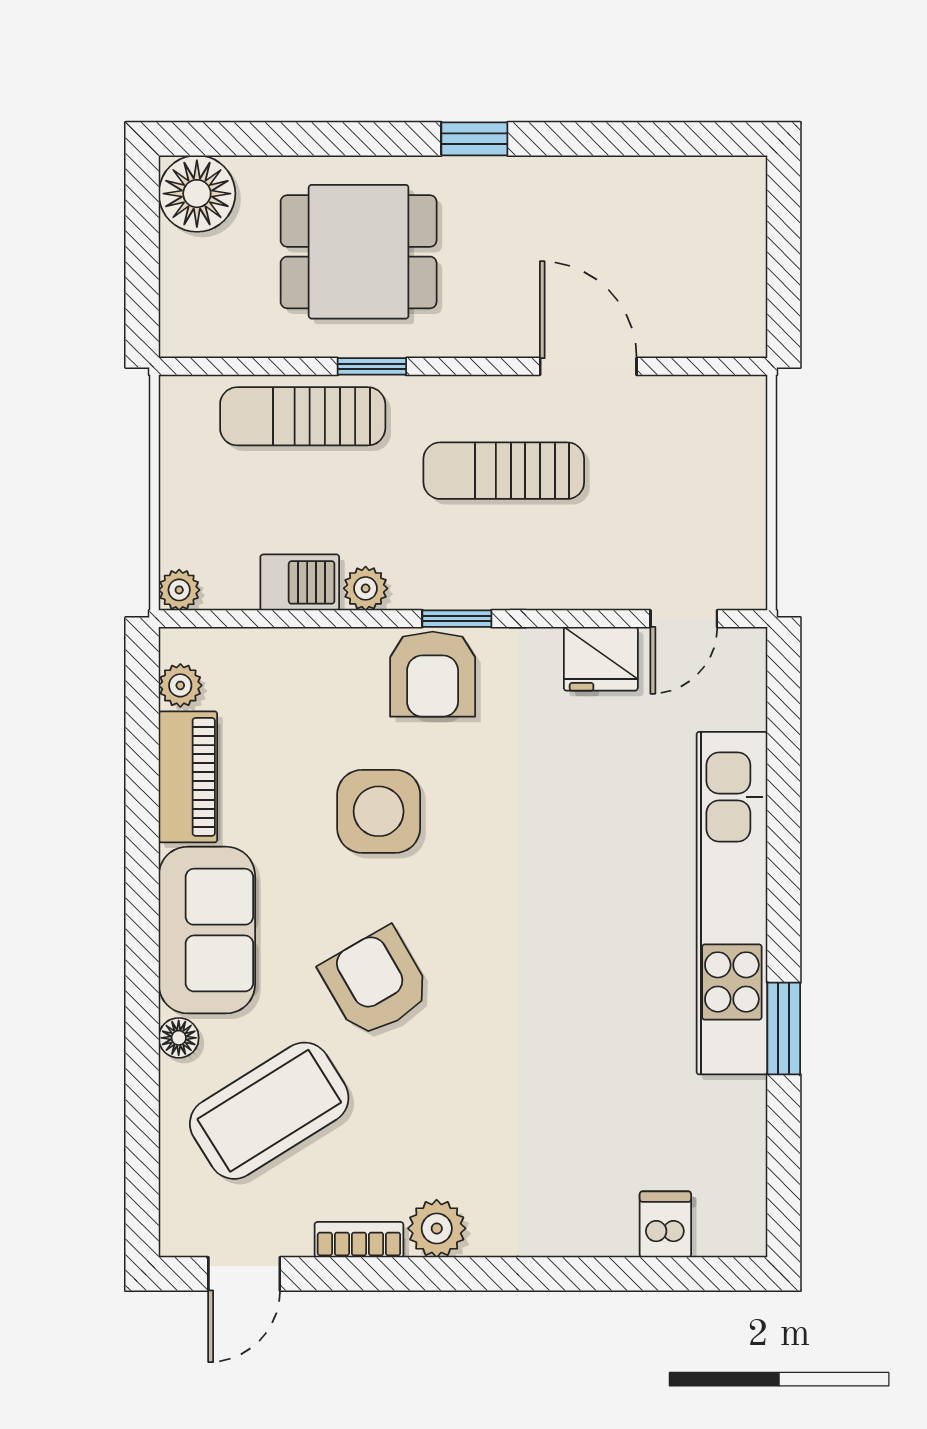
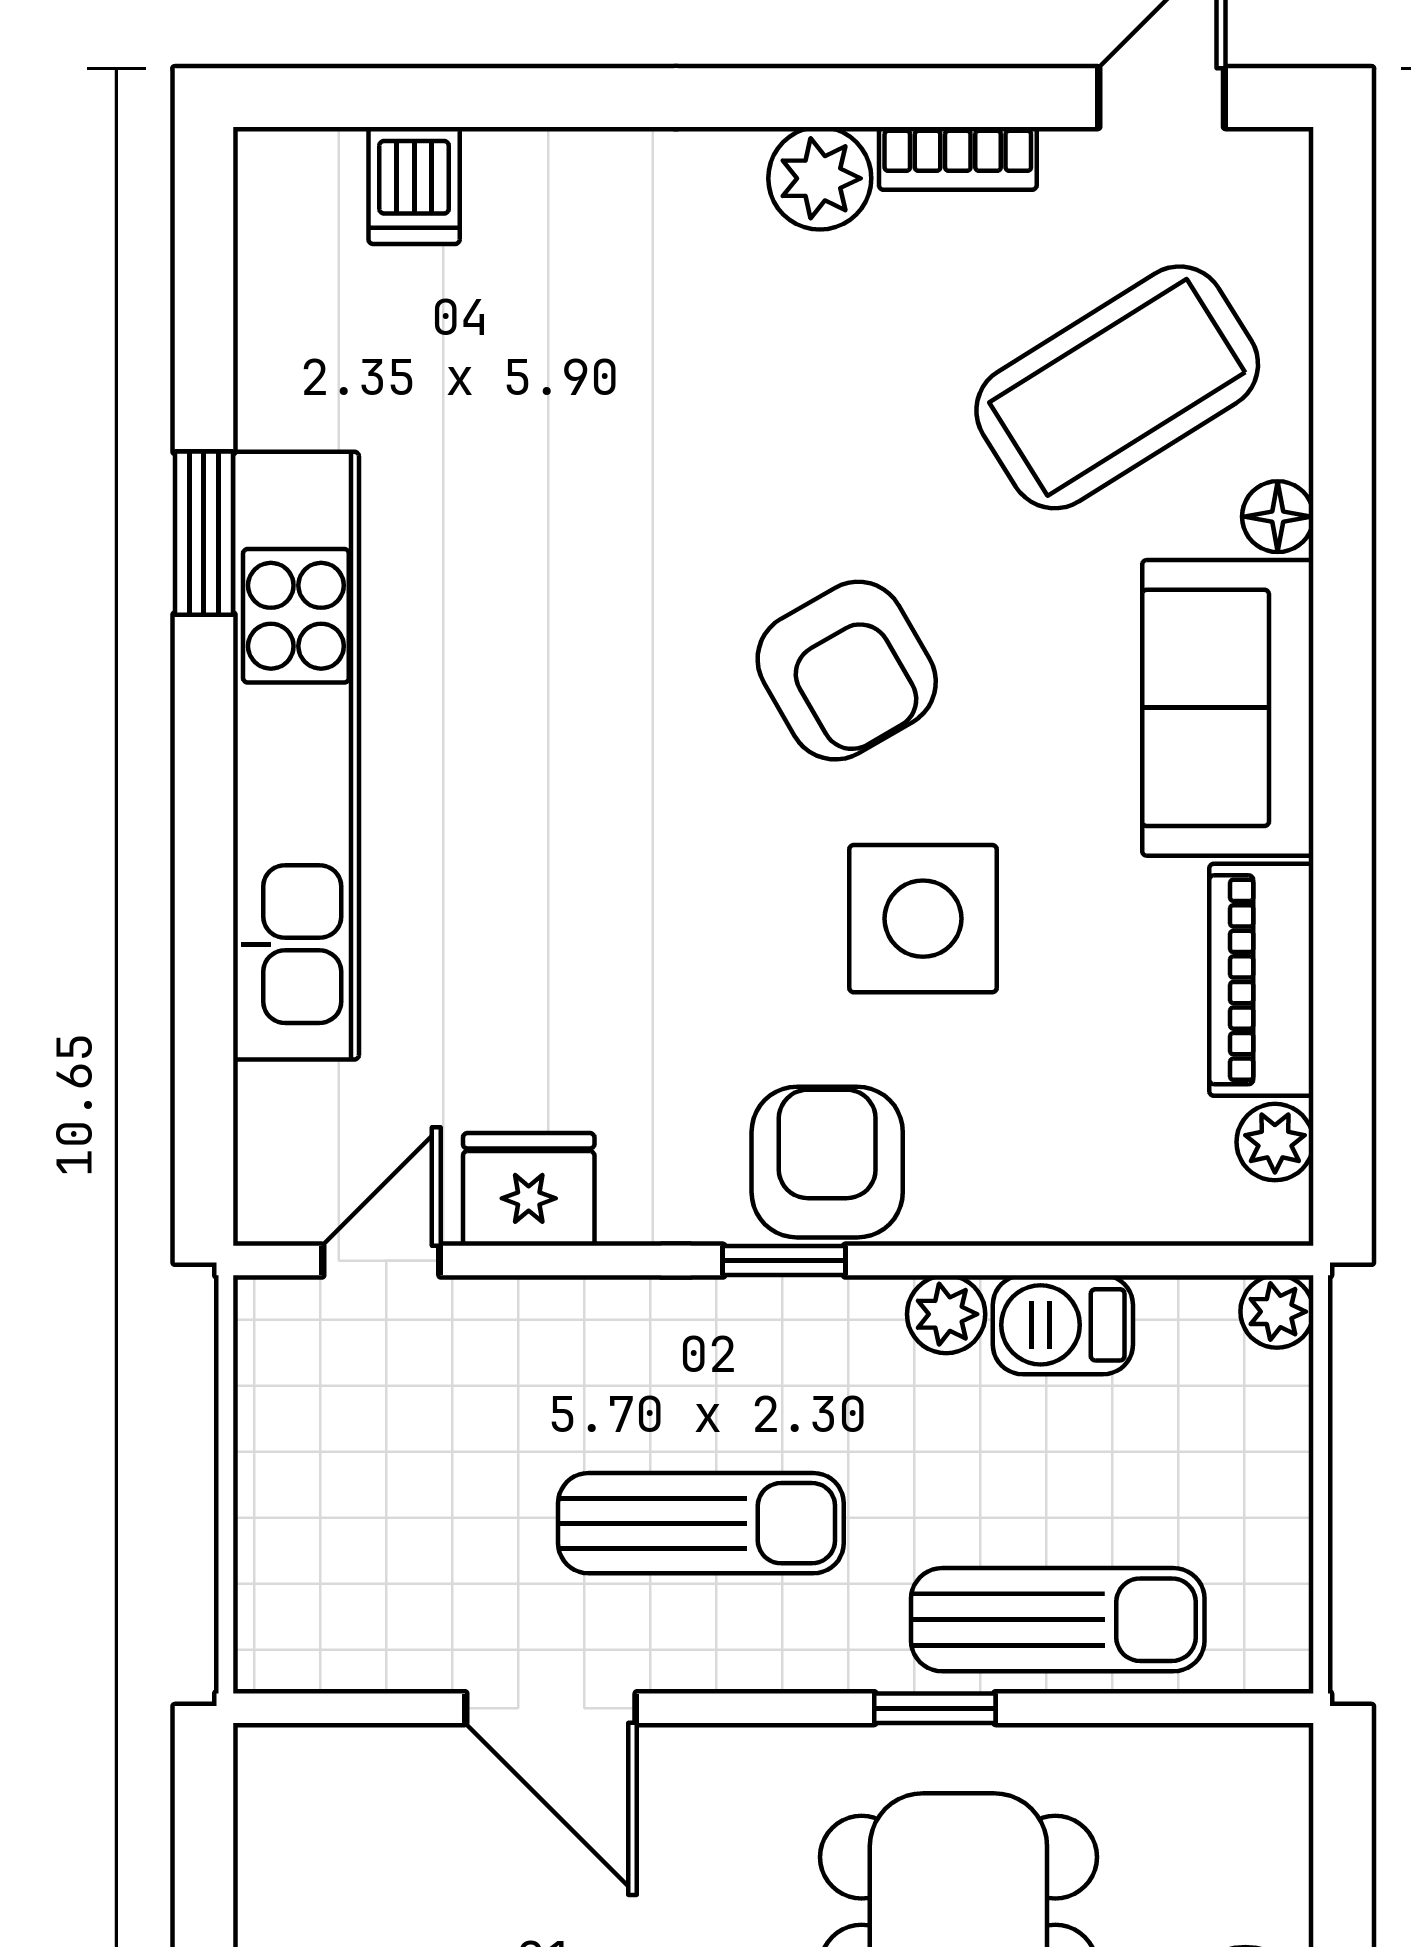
armchair: (376, 983) -> (847, 671), moved

